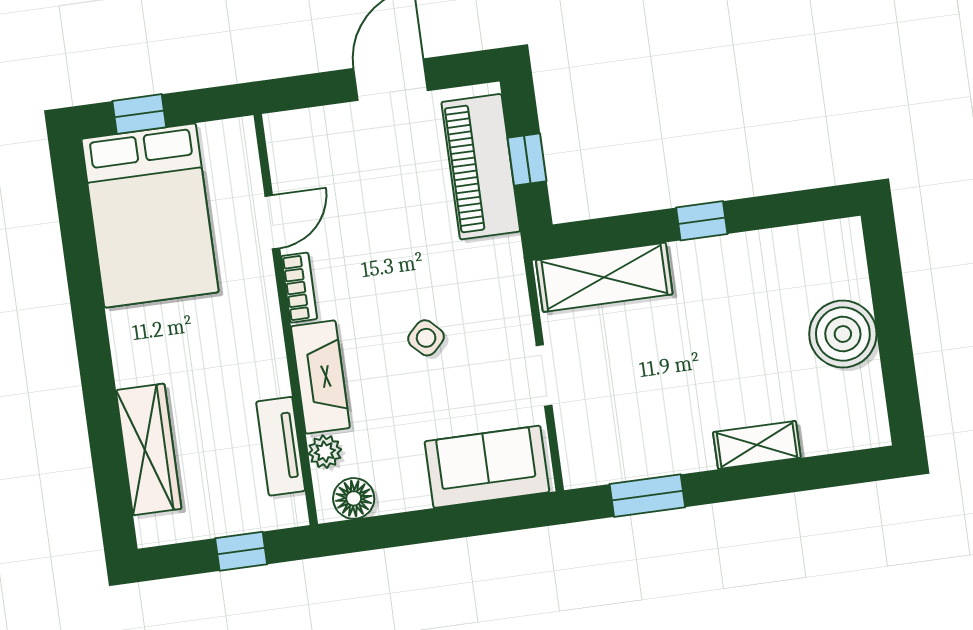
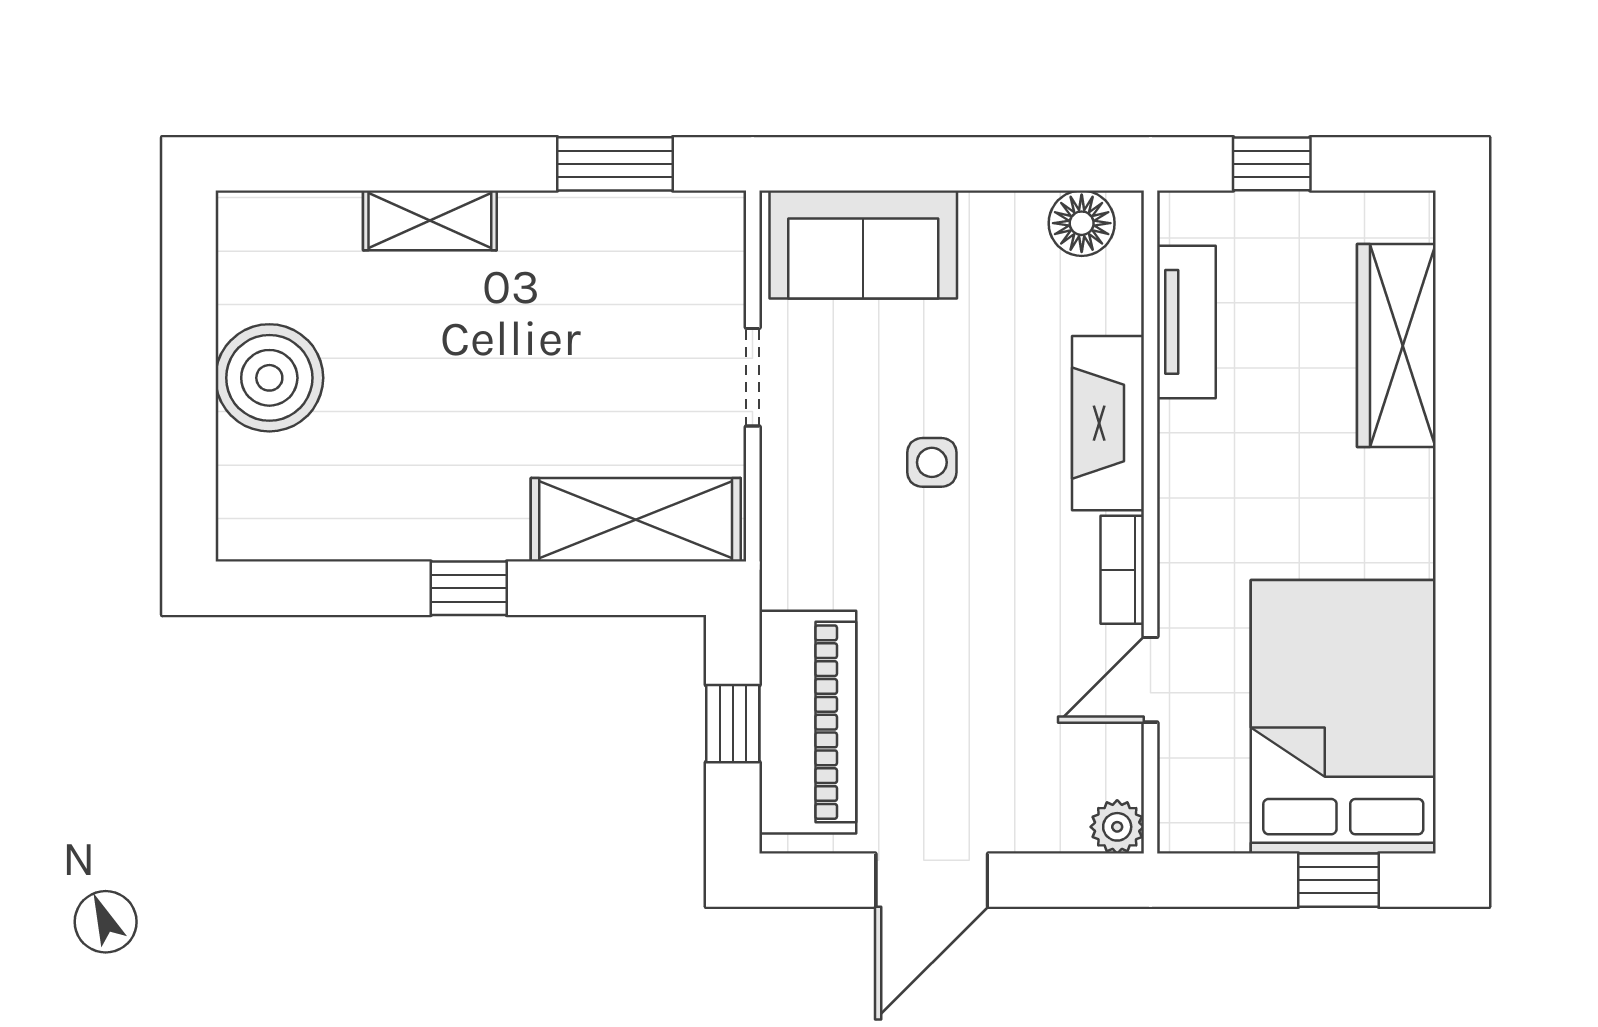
side table: (426, 338) -> (932, 462), turned 45
plant: (325, 452) -> (1117, 827), moved

